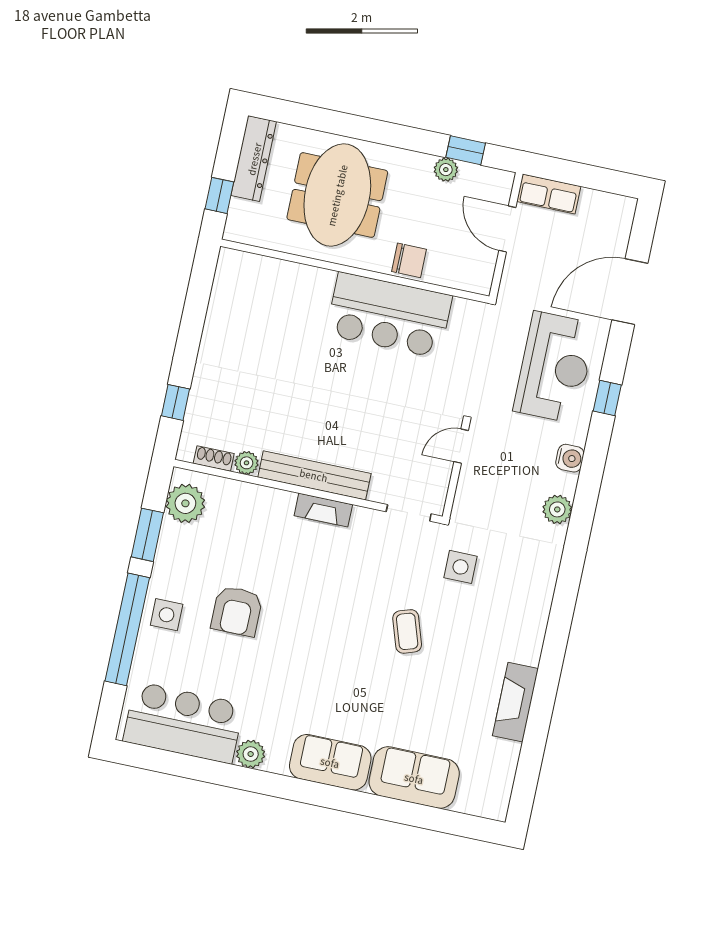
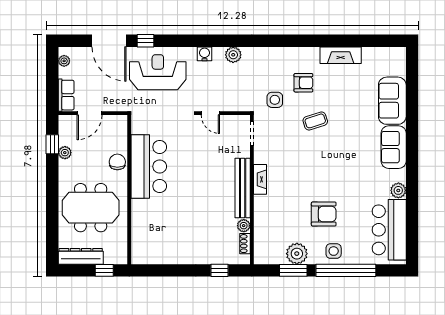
plant: (611, 203) -> (64, 61), added
window: (607, 398) -> (145, 41), moved
plant: (185, 503) -> (297, 254), moved
armchair: (480, 625) -> (303, 83), added

